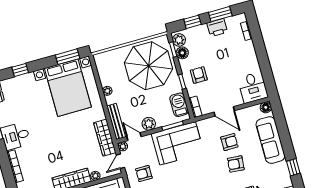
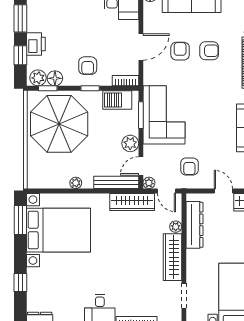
printer: (217, 28) -> (36, 44), moved
armchair: (199, 75) -> (88, 66), turned -90
armchair: (236, 164) -> (209, 51), turned -95

